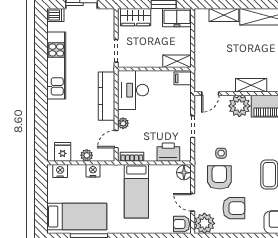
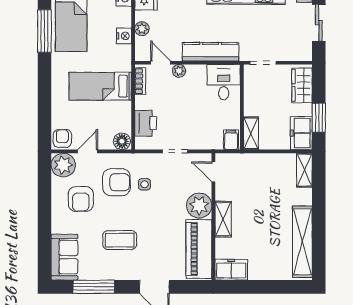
shelving: (224, 15) -> (304, 170), moved
desk: (133, 90) -> (224, 82), width x0.73

